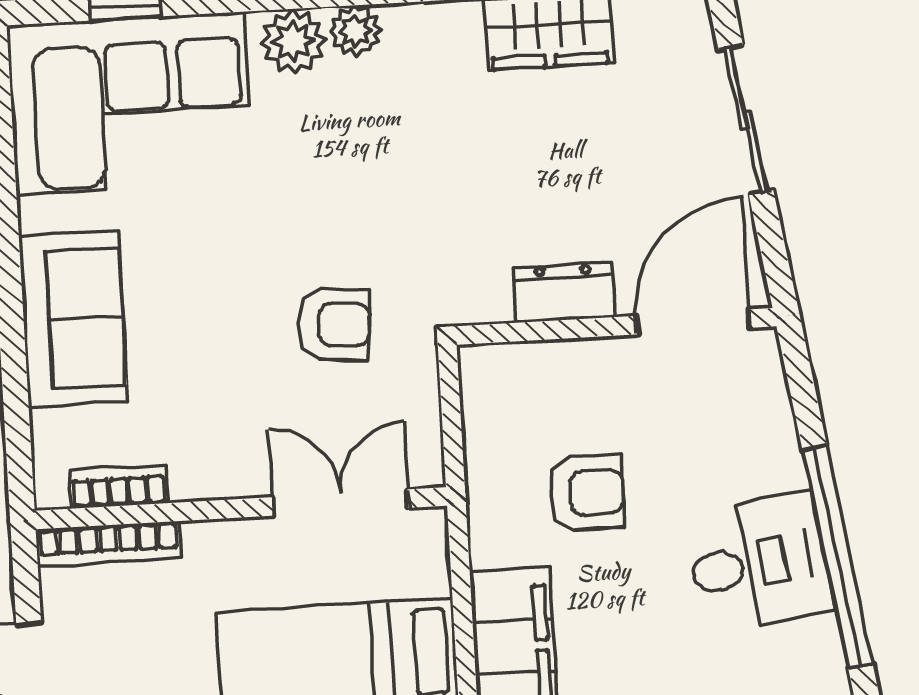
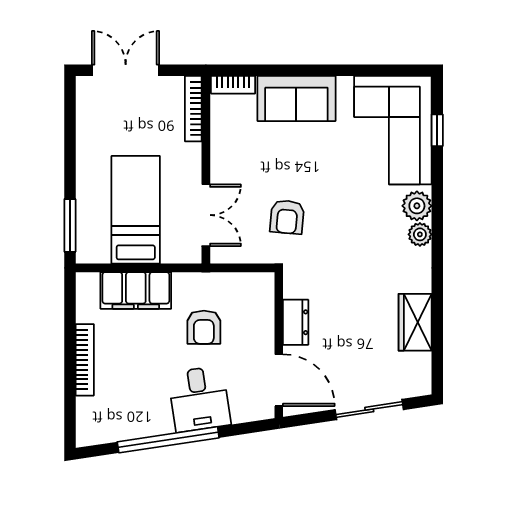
bookcase: (119, 487) -> (233, 85), moved, turned 90
desk: (758, 563) -> (199, 399), moved

